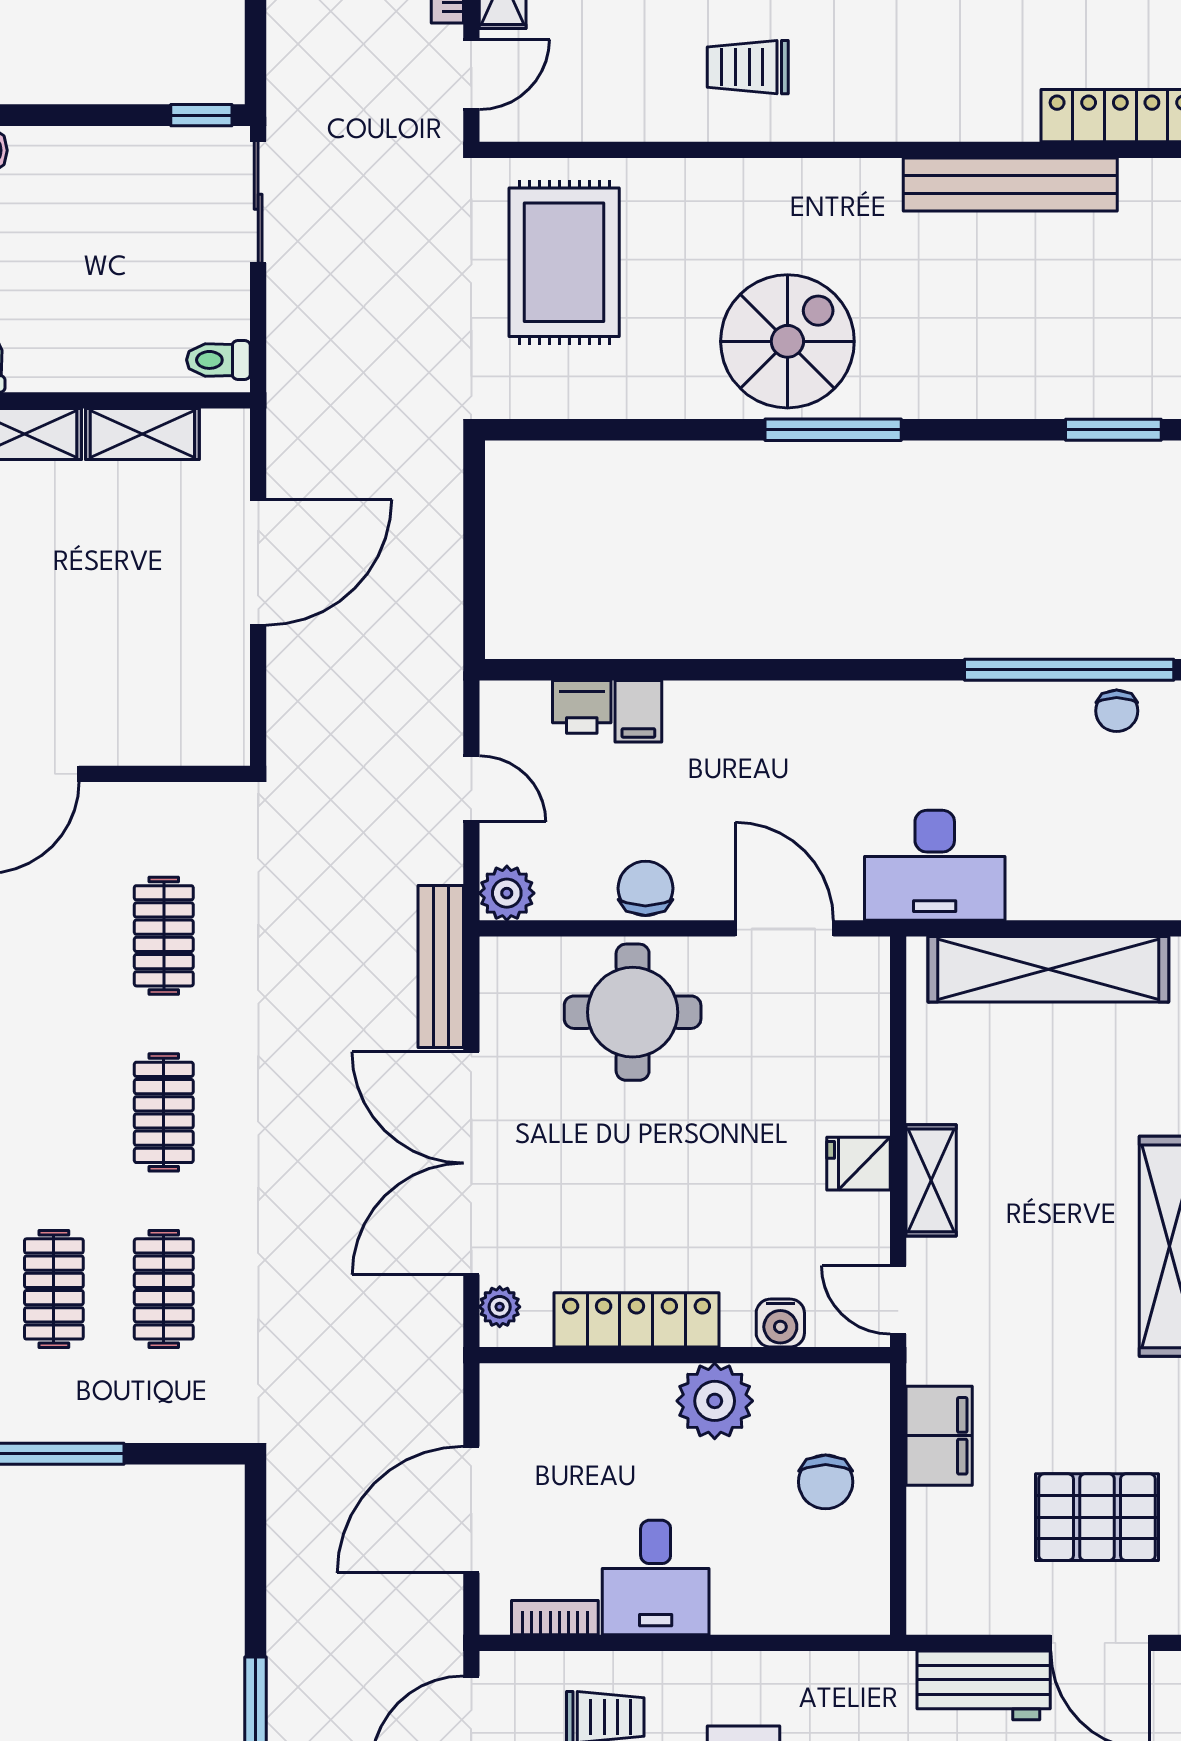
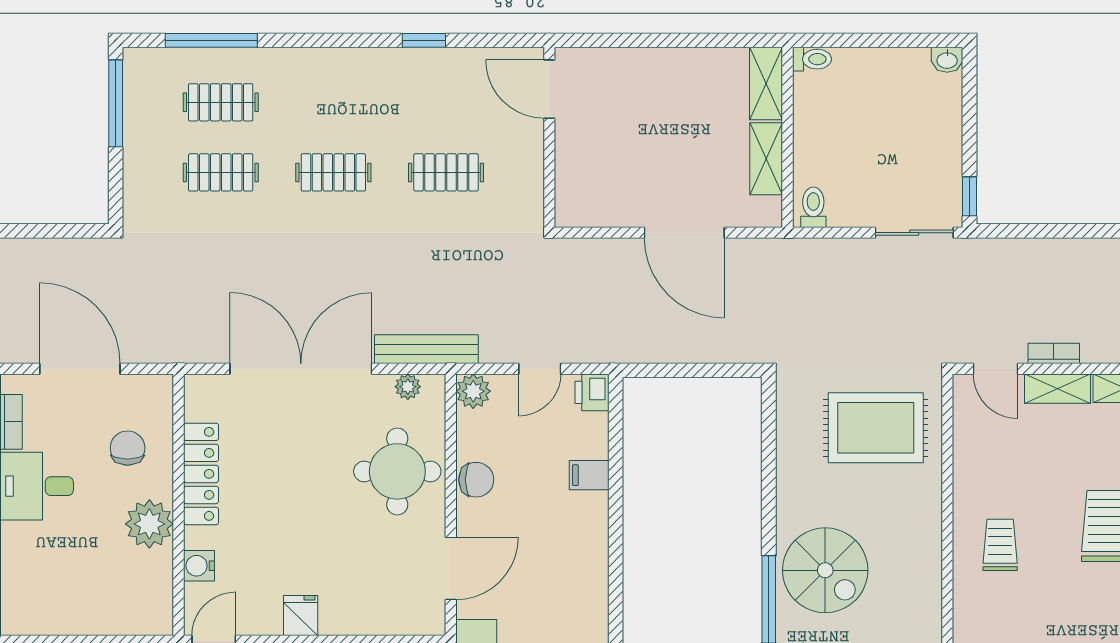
printer: (582, 707) -> (592, 392), moved
plant: (500, 1307) -> (408, 387), moved
chair: (826, 1482) -> (128, 448), moved, turned 90

